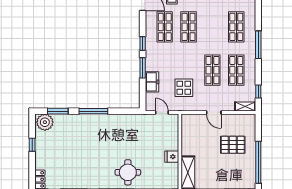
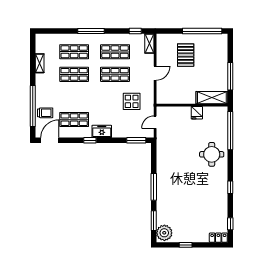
shop shelf: (189, 27) -> (74, 74), moved
window: (143, 68) -> (136, 140), moved
freezer: (152, 82) -> (102, 131), moved

